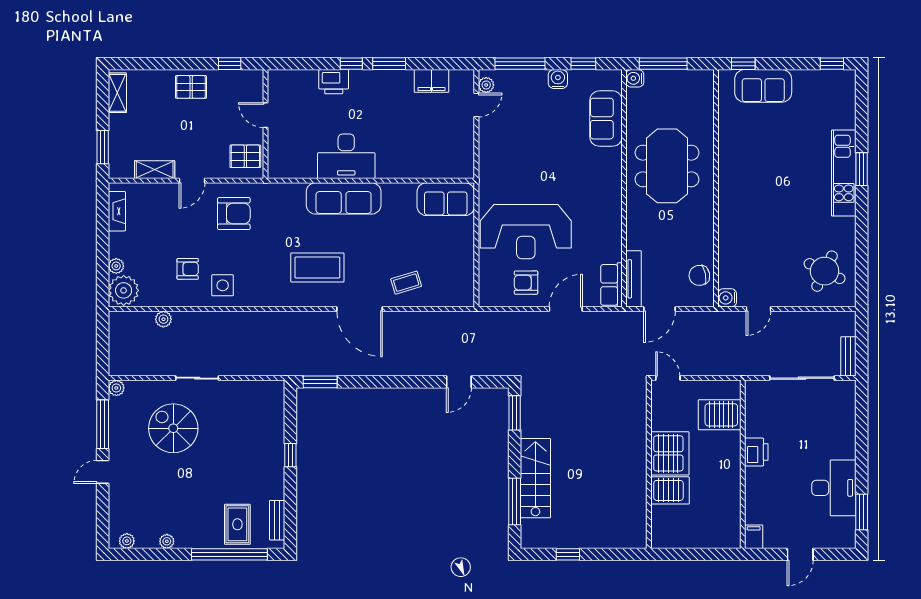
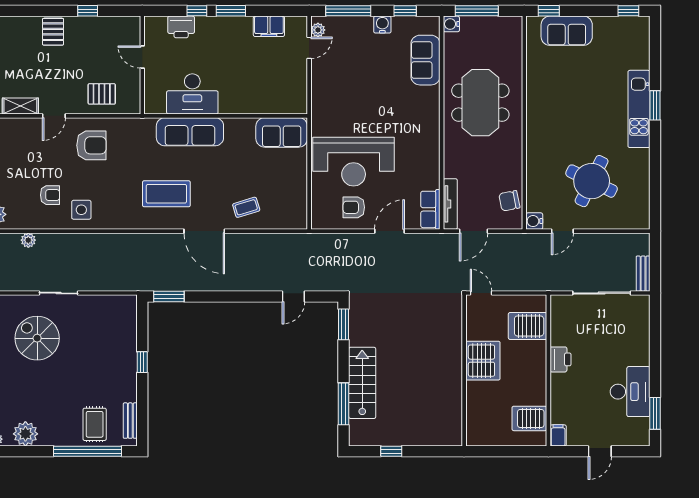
pallet: (191, 87) -> (53, 32), turned 90
door: (266, 115) -> (142, 57), moved
wall: (266, 124) -> (142, 65), moved
round table: (825, 271) -> (592, 181), moved, width x1.36, depth x1.36
server rack: (670, 490) -> (529, 418), moved, turned 180
plant: (167, 541) -> (25, 434), width x1.87, depth x1.87

